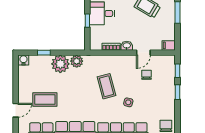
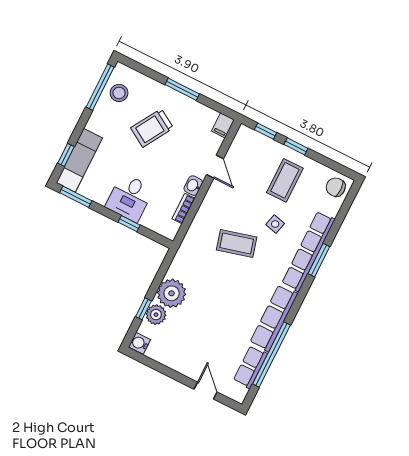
plant: (77, 61) -> (156, 315), moved
chair: (146, 75) -> (249, 178), removed
coffee table: (45, 100) -> (285, 180), moved

